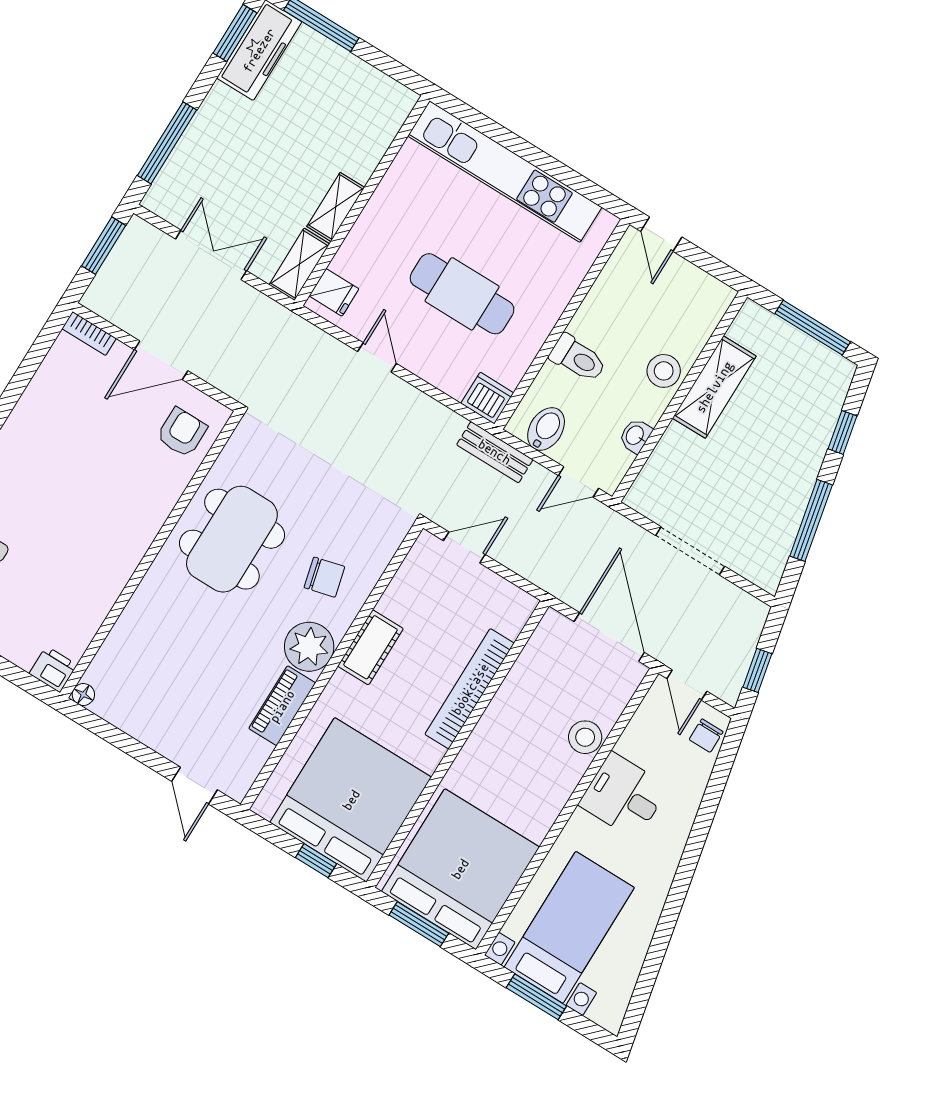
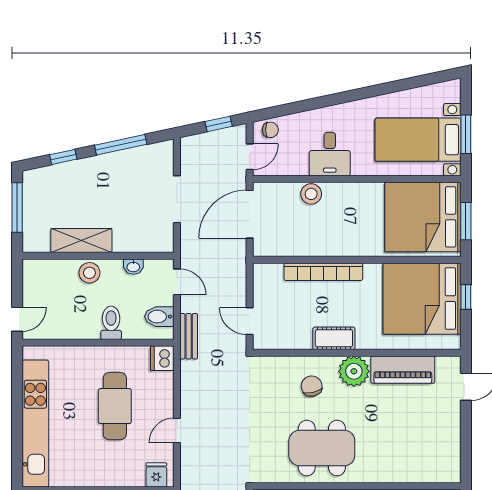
floor lamp: (83, 694) -> (454, 476), removed
piano: (282, 706) -> (403, 370), width x1.37, depth x1.33

